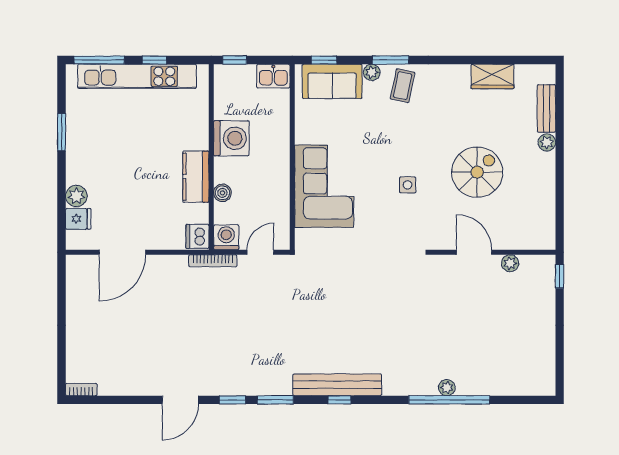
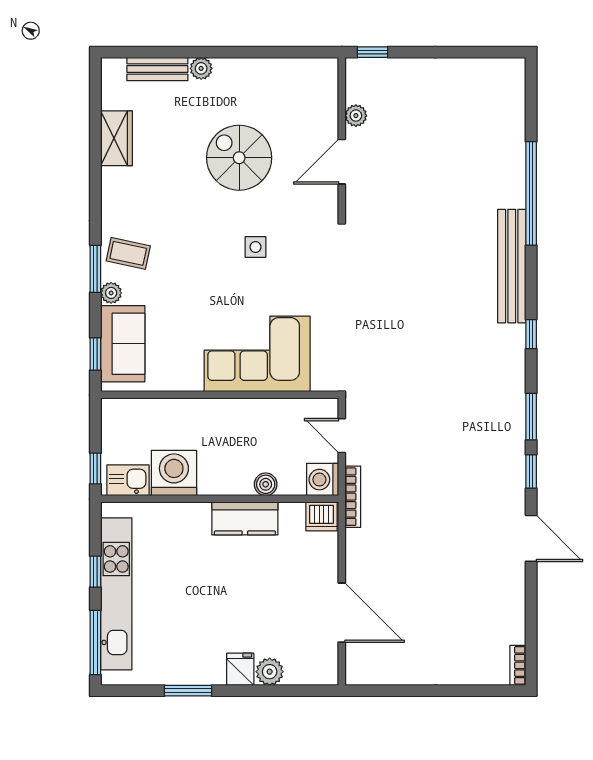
kitchen sink: (273, 76) -> (128, 480), moved, turned -90
washing machine: (231, 138) -> (174, 473), moved
fridge: (78, 219) -> (240, 669), moved
bench: (337, 385) -> (512, 266), moved
plant: (447, 388) -> (515, 197), removed

